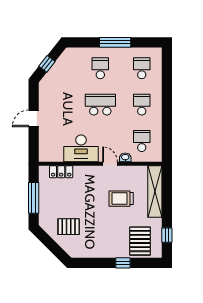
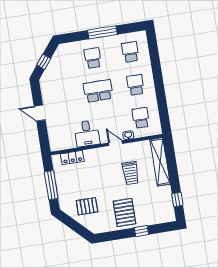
door: (34, 118) -> (40, 113), hinge flipped
desk: (81, 148) -> (87, 133), width x0.73
trolley: (121, 199) -> (131, 173), turned -90
pallet: (140, 241) -> (125, 212), moved

